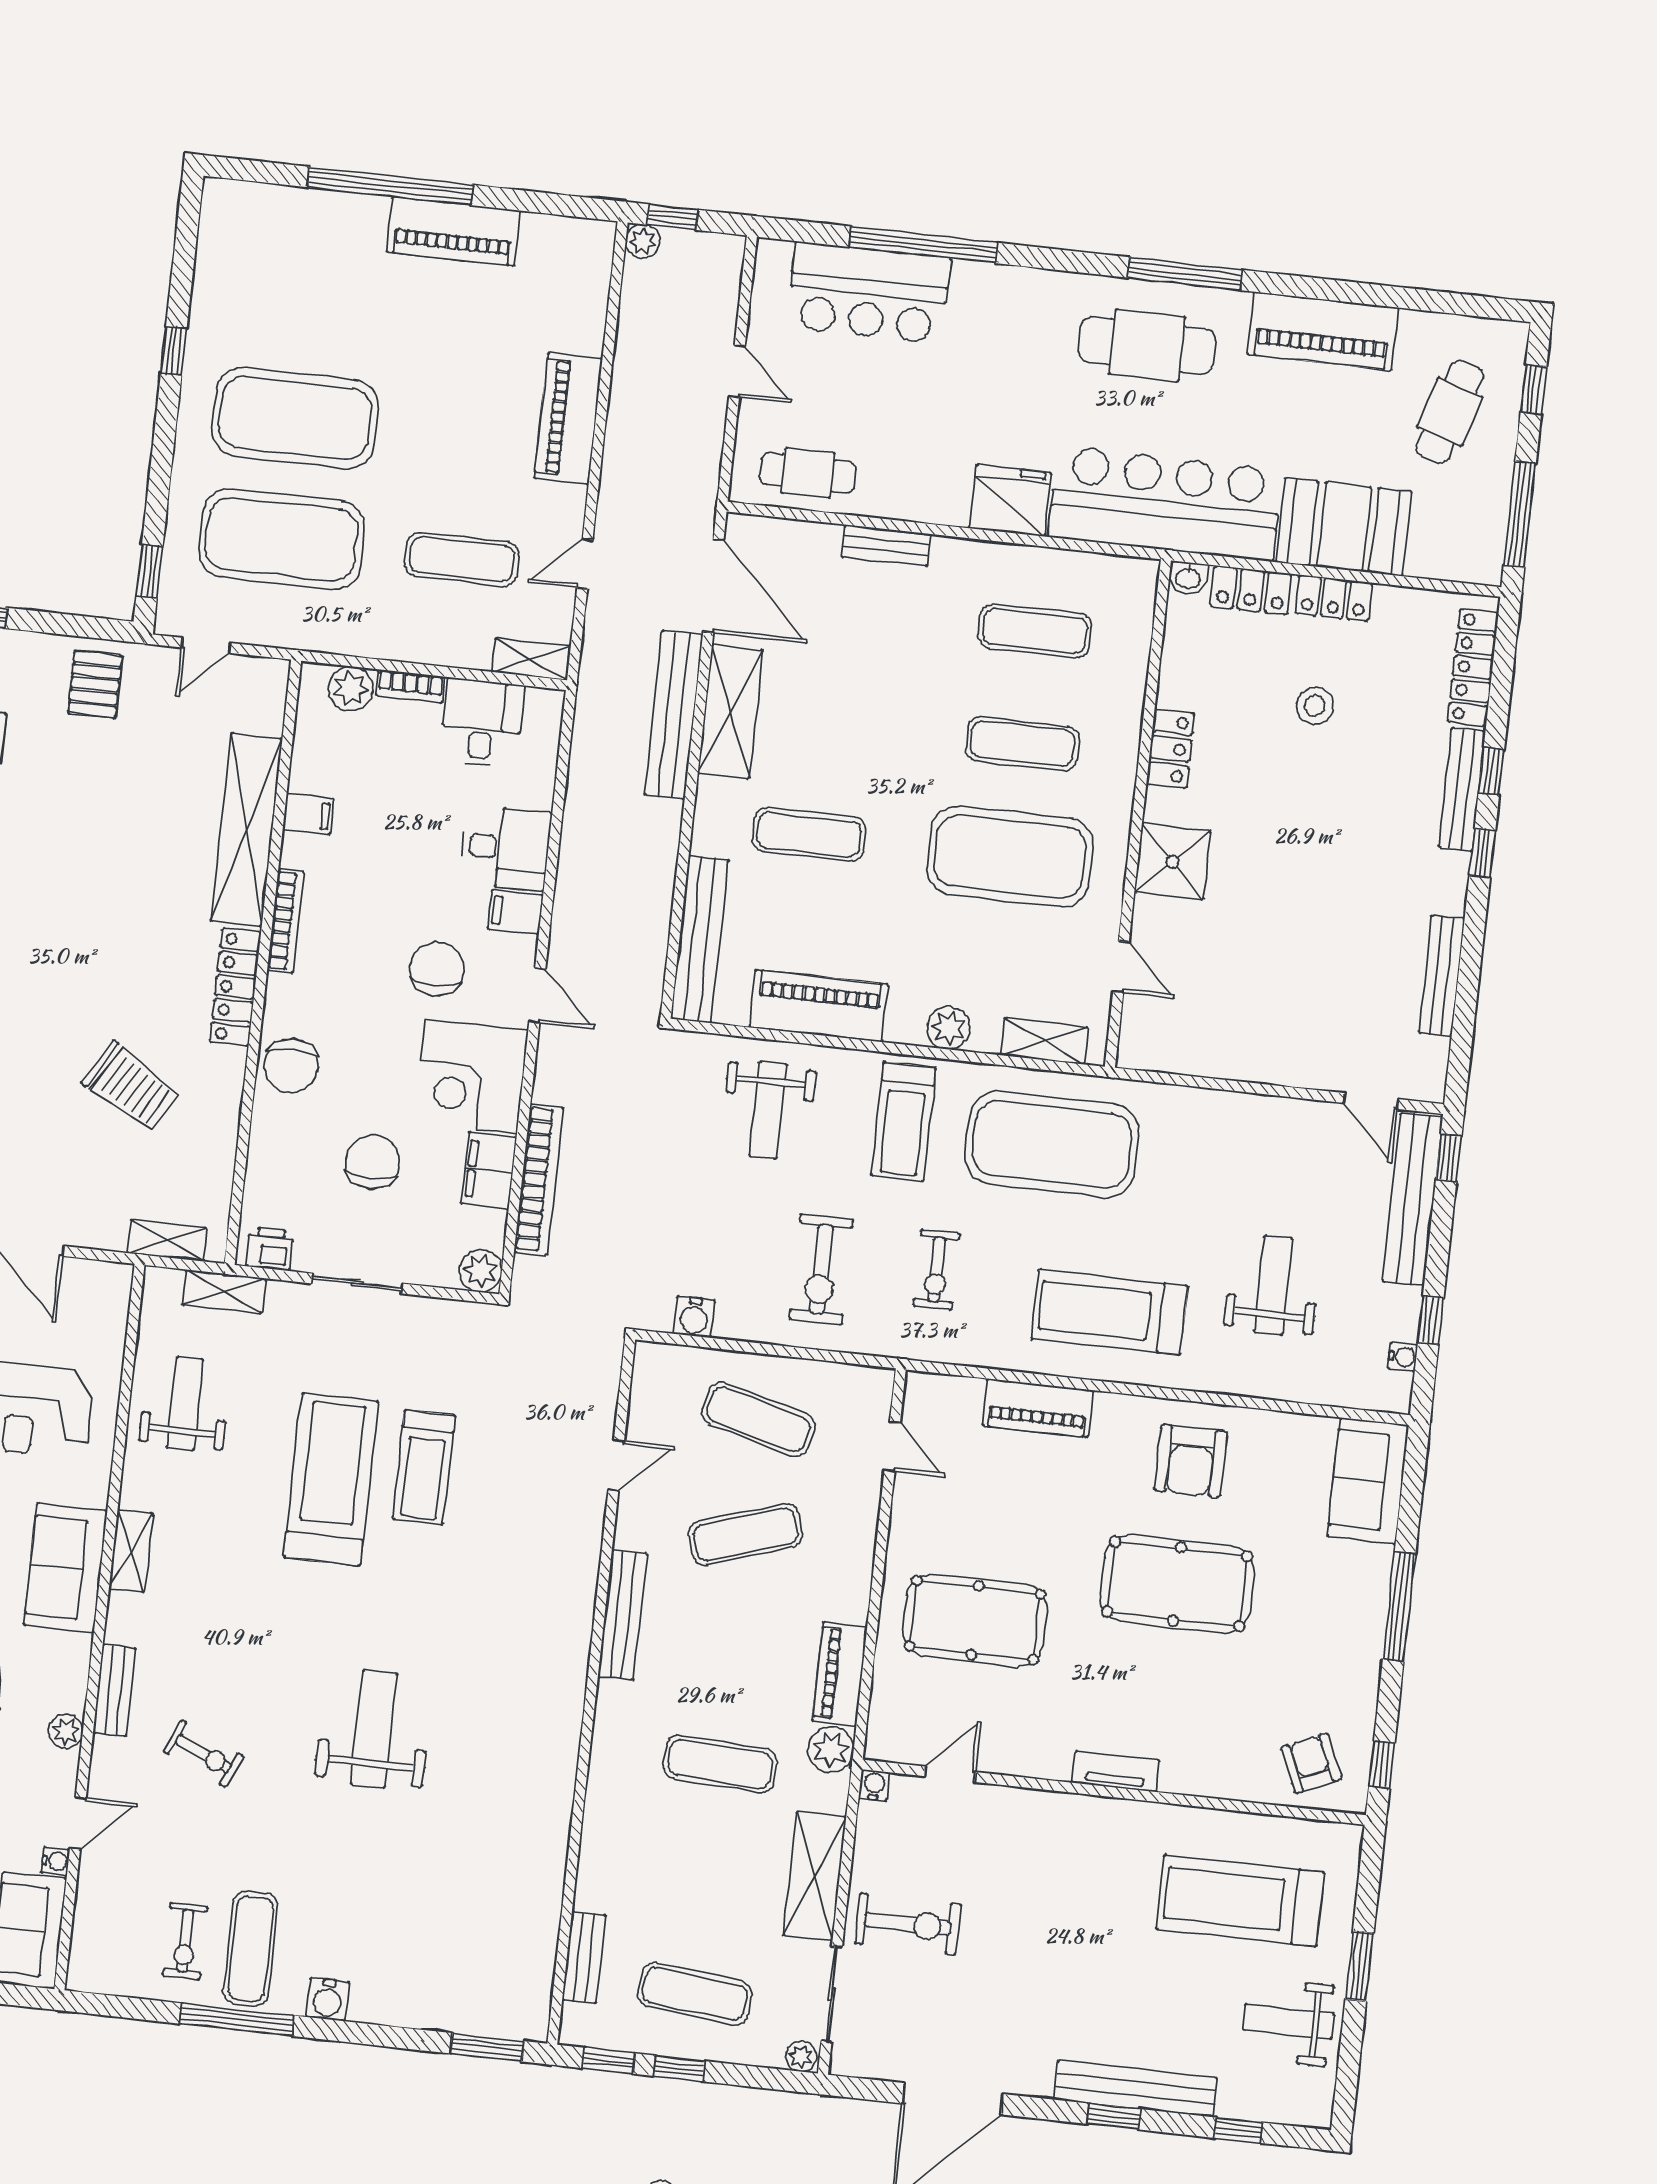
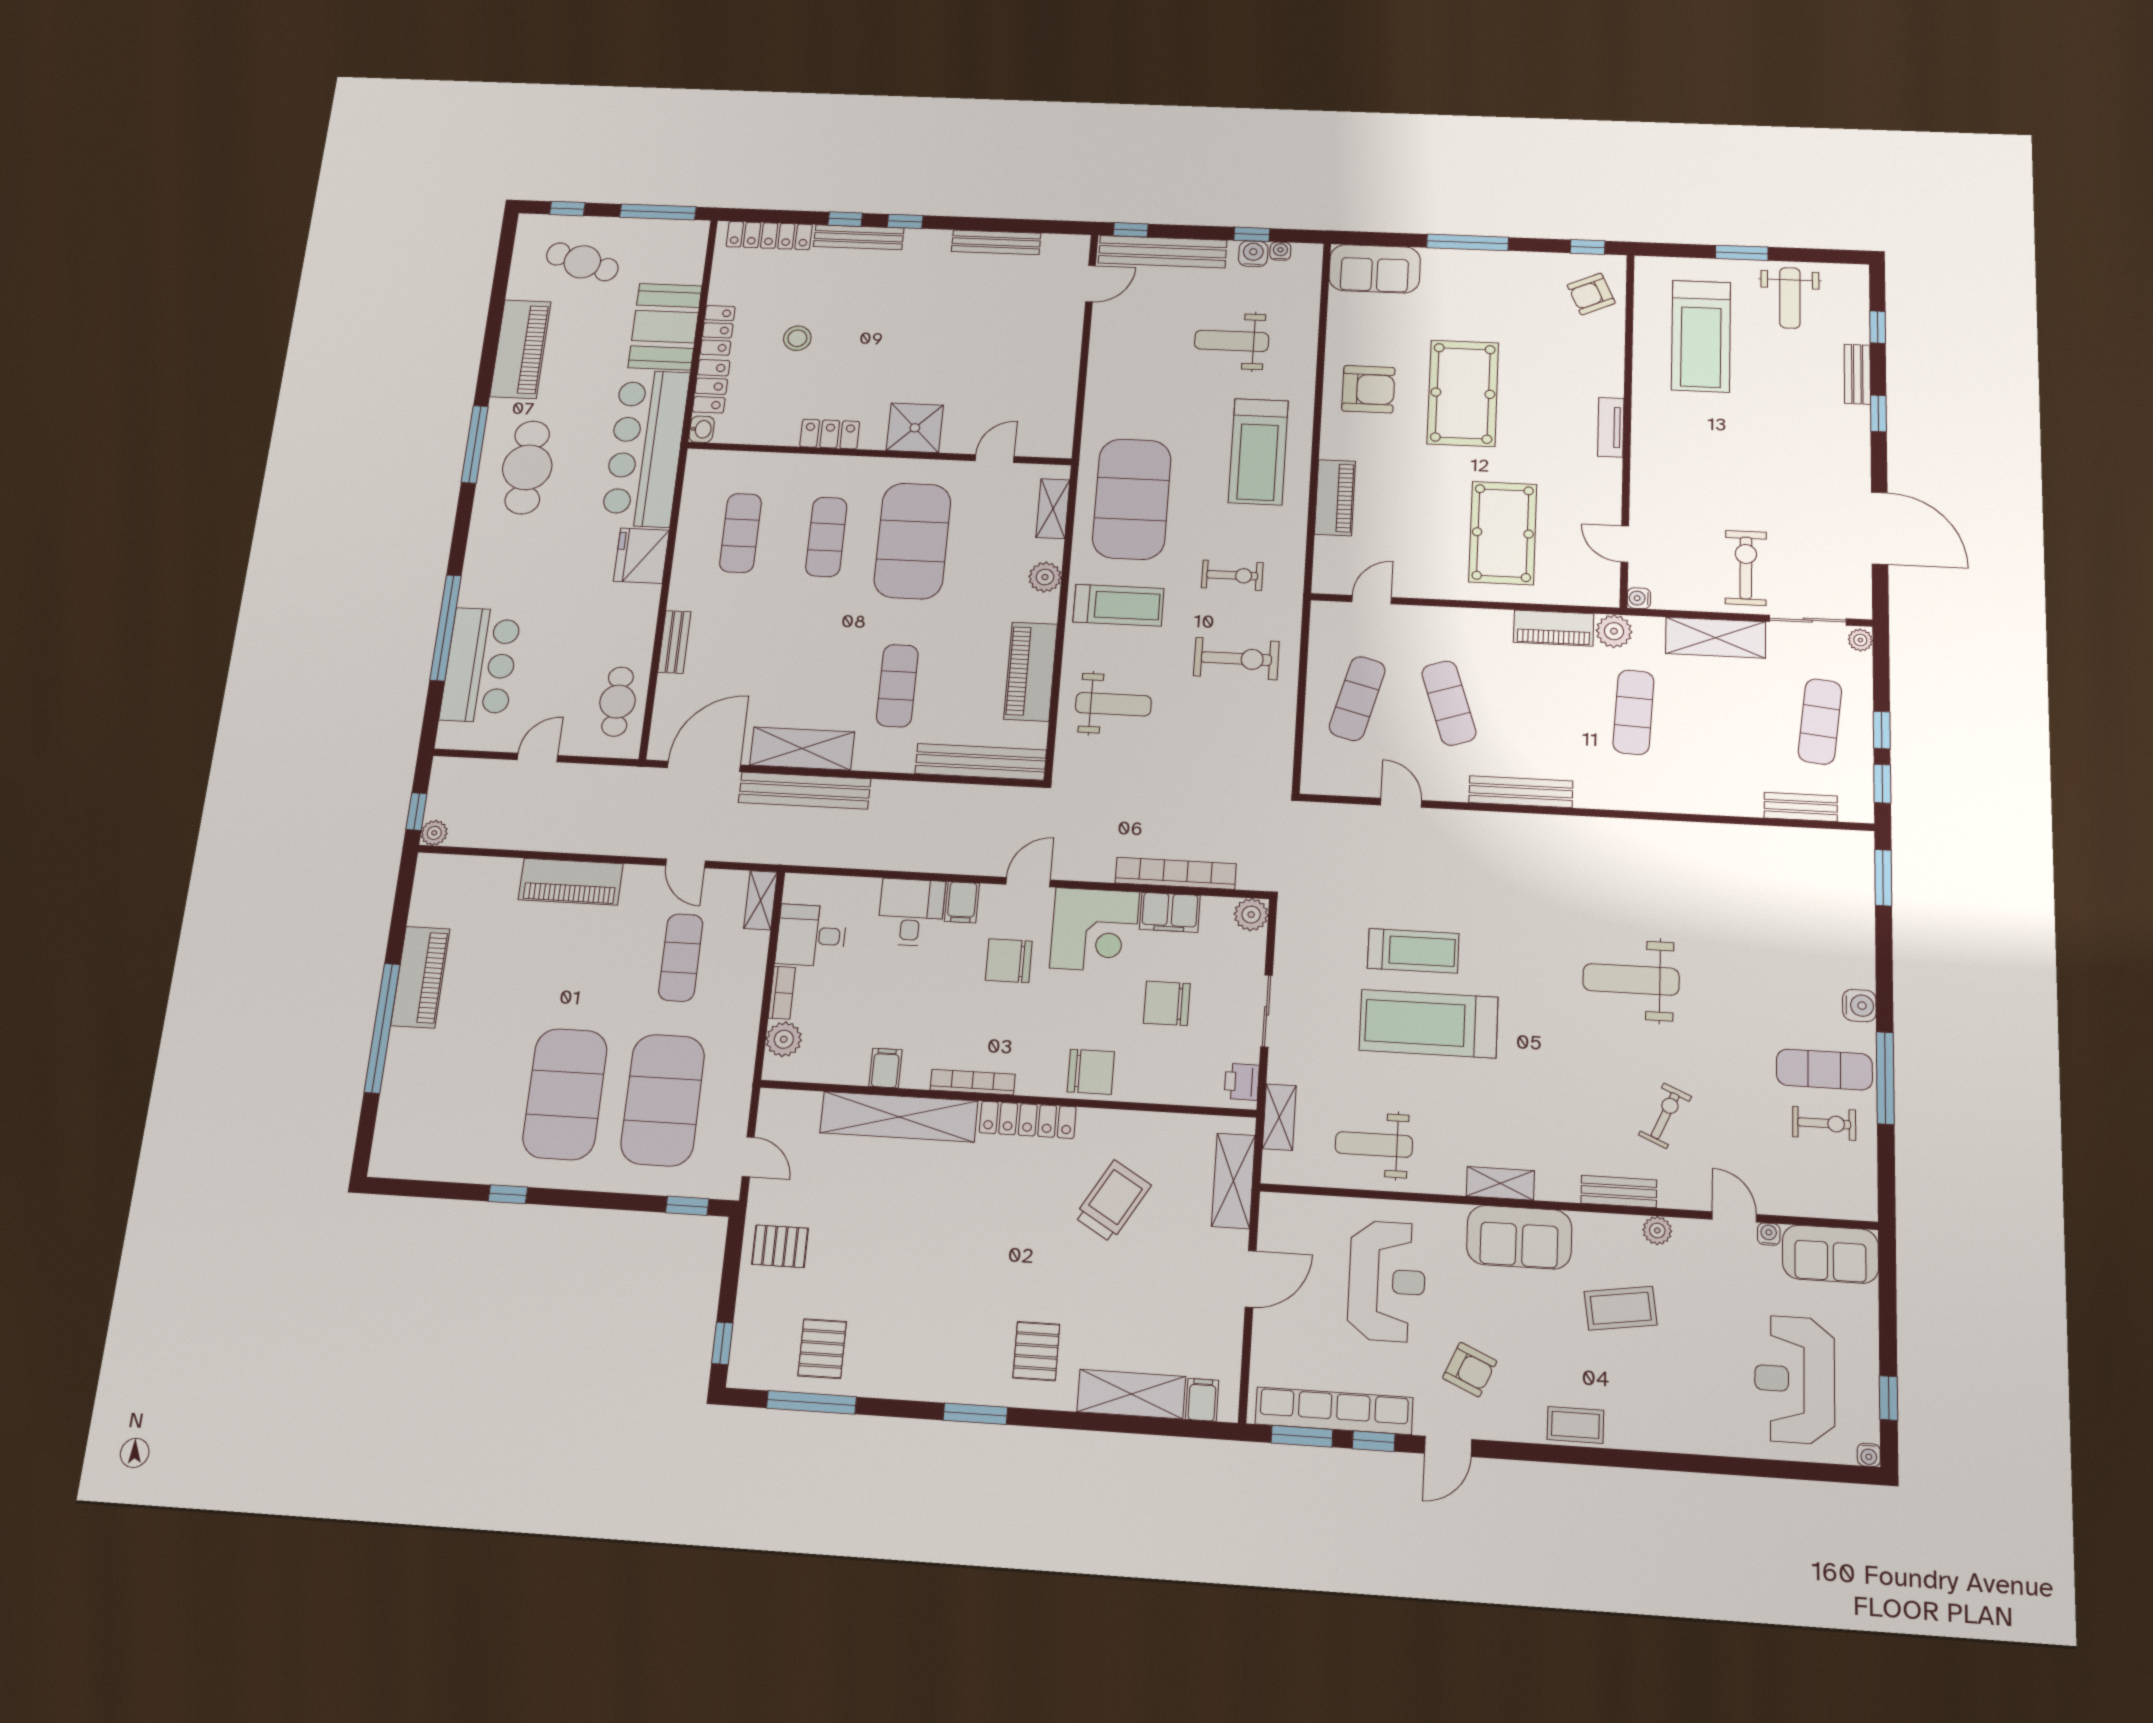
shelving: (167, 1240) -> (1233, 1181), width x1.50, depth x1.33
water cooler: (694, 1317) -> (1253, 254), moved, turned -90
bench: (1135, 2089) -> (1857, 374), width x0.54, depth x0.82

